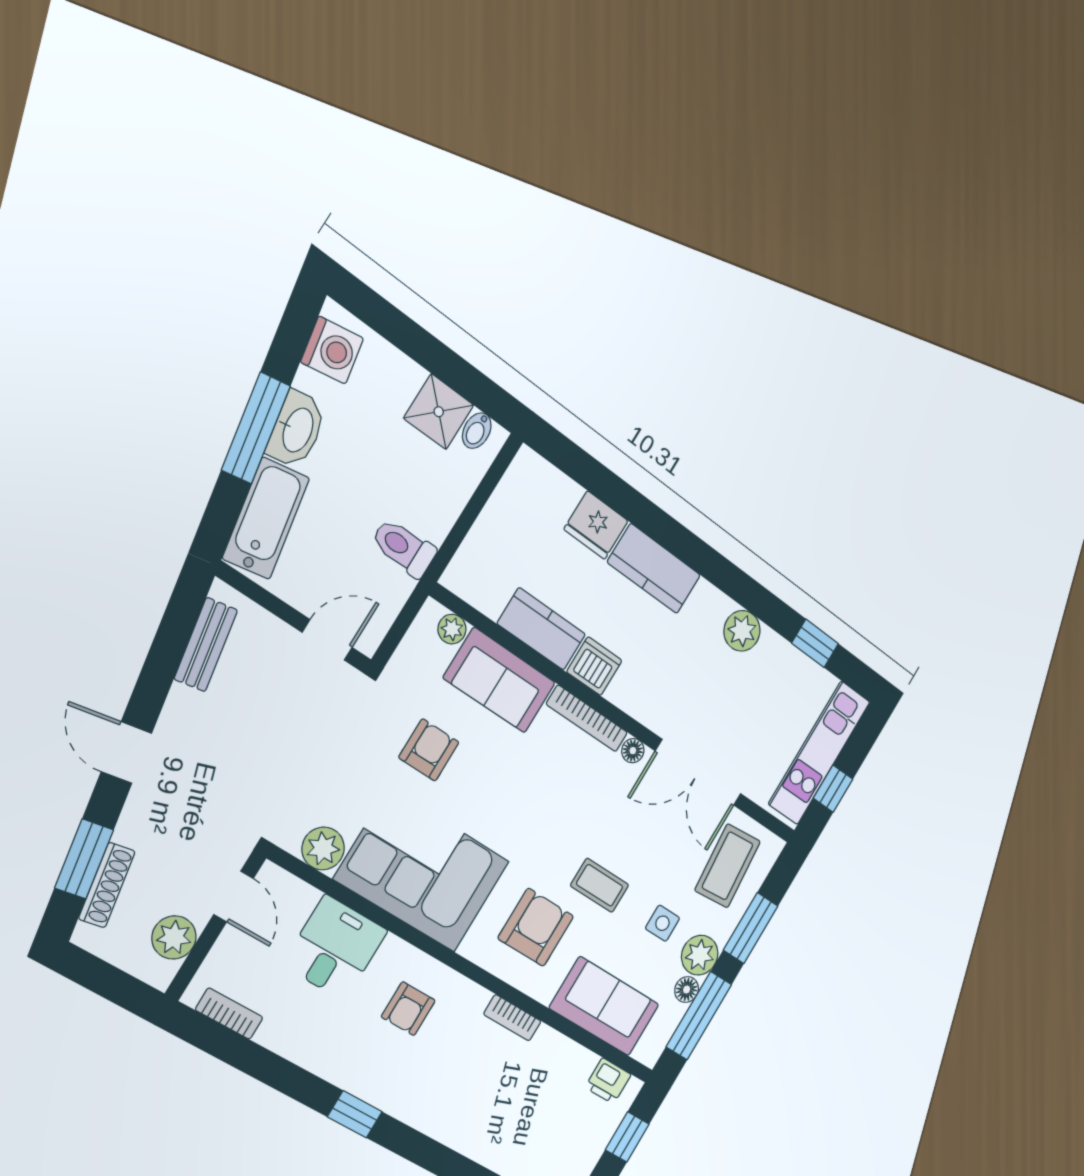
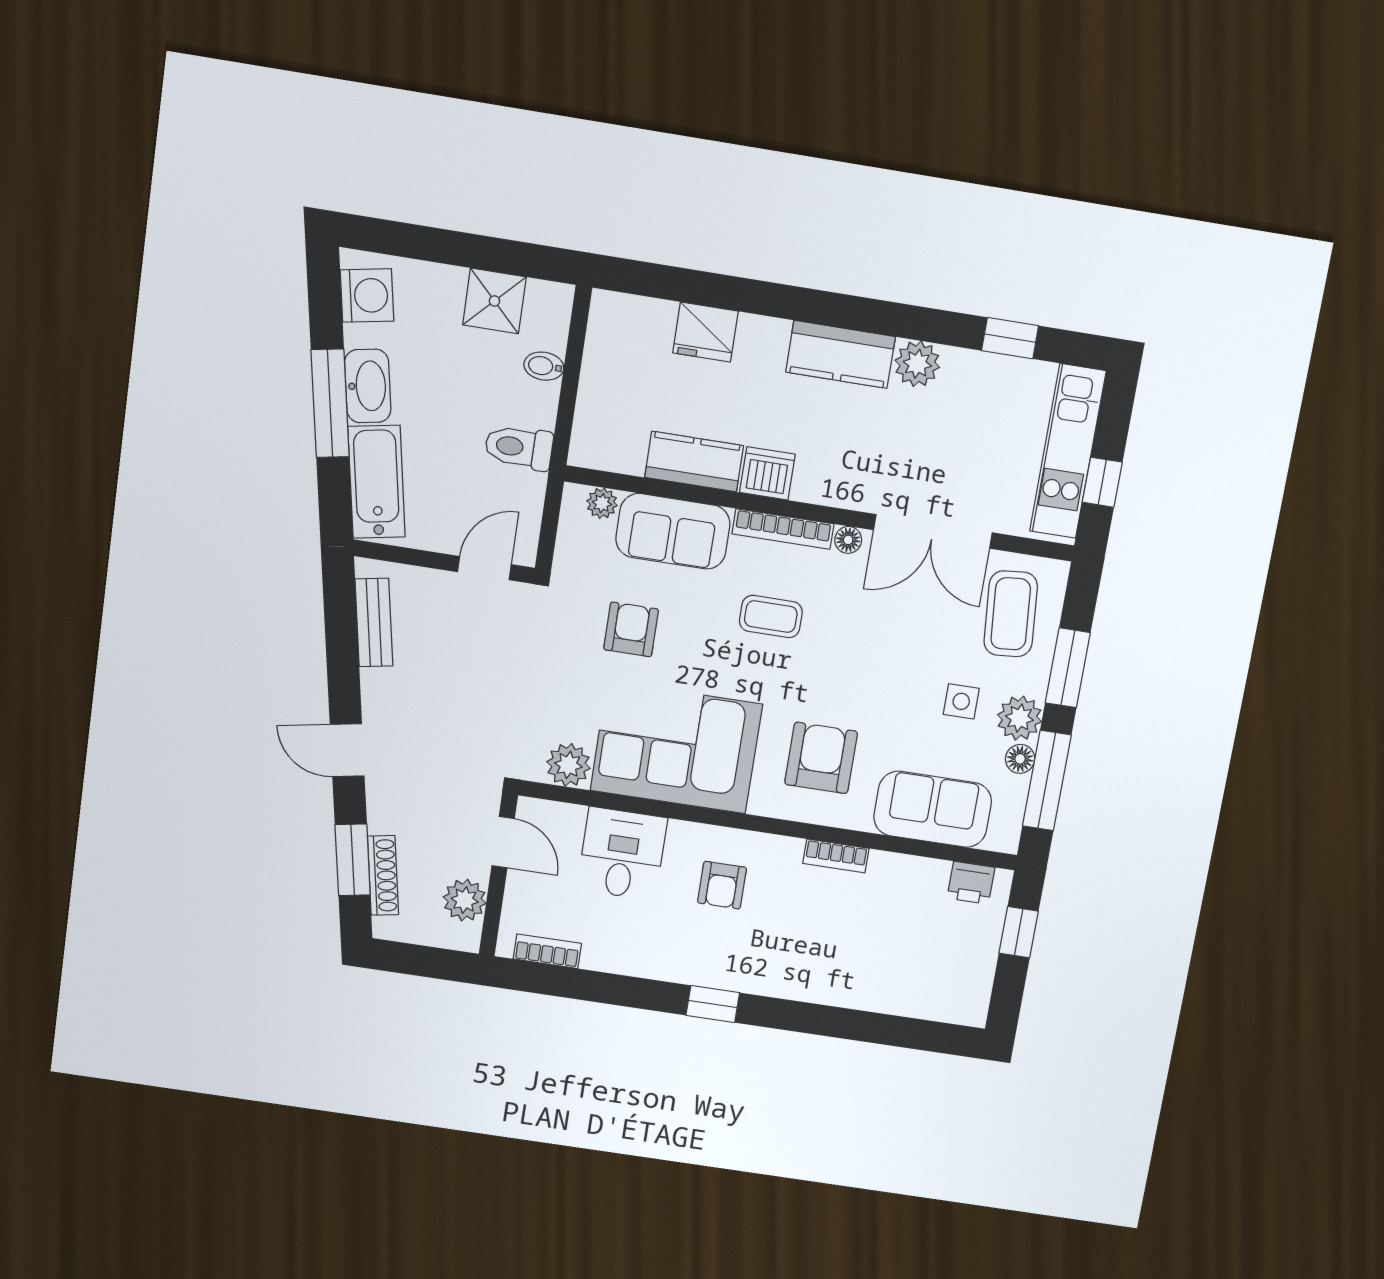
bidet: (477, 431) -> (544, 366), moved, turned 90
kitchen counter: (654, 569) -> (841, 354), moved
coffee table: (600, 885) -> (771, 617), moved

